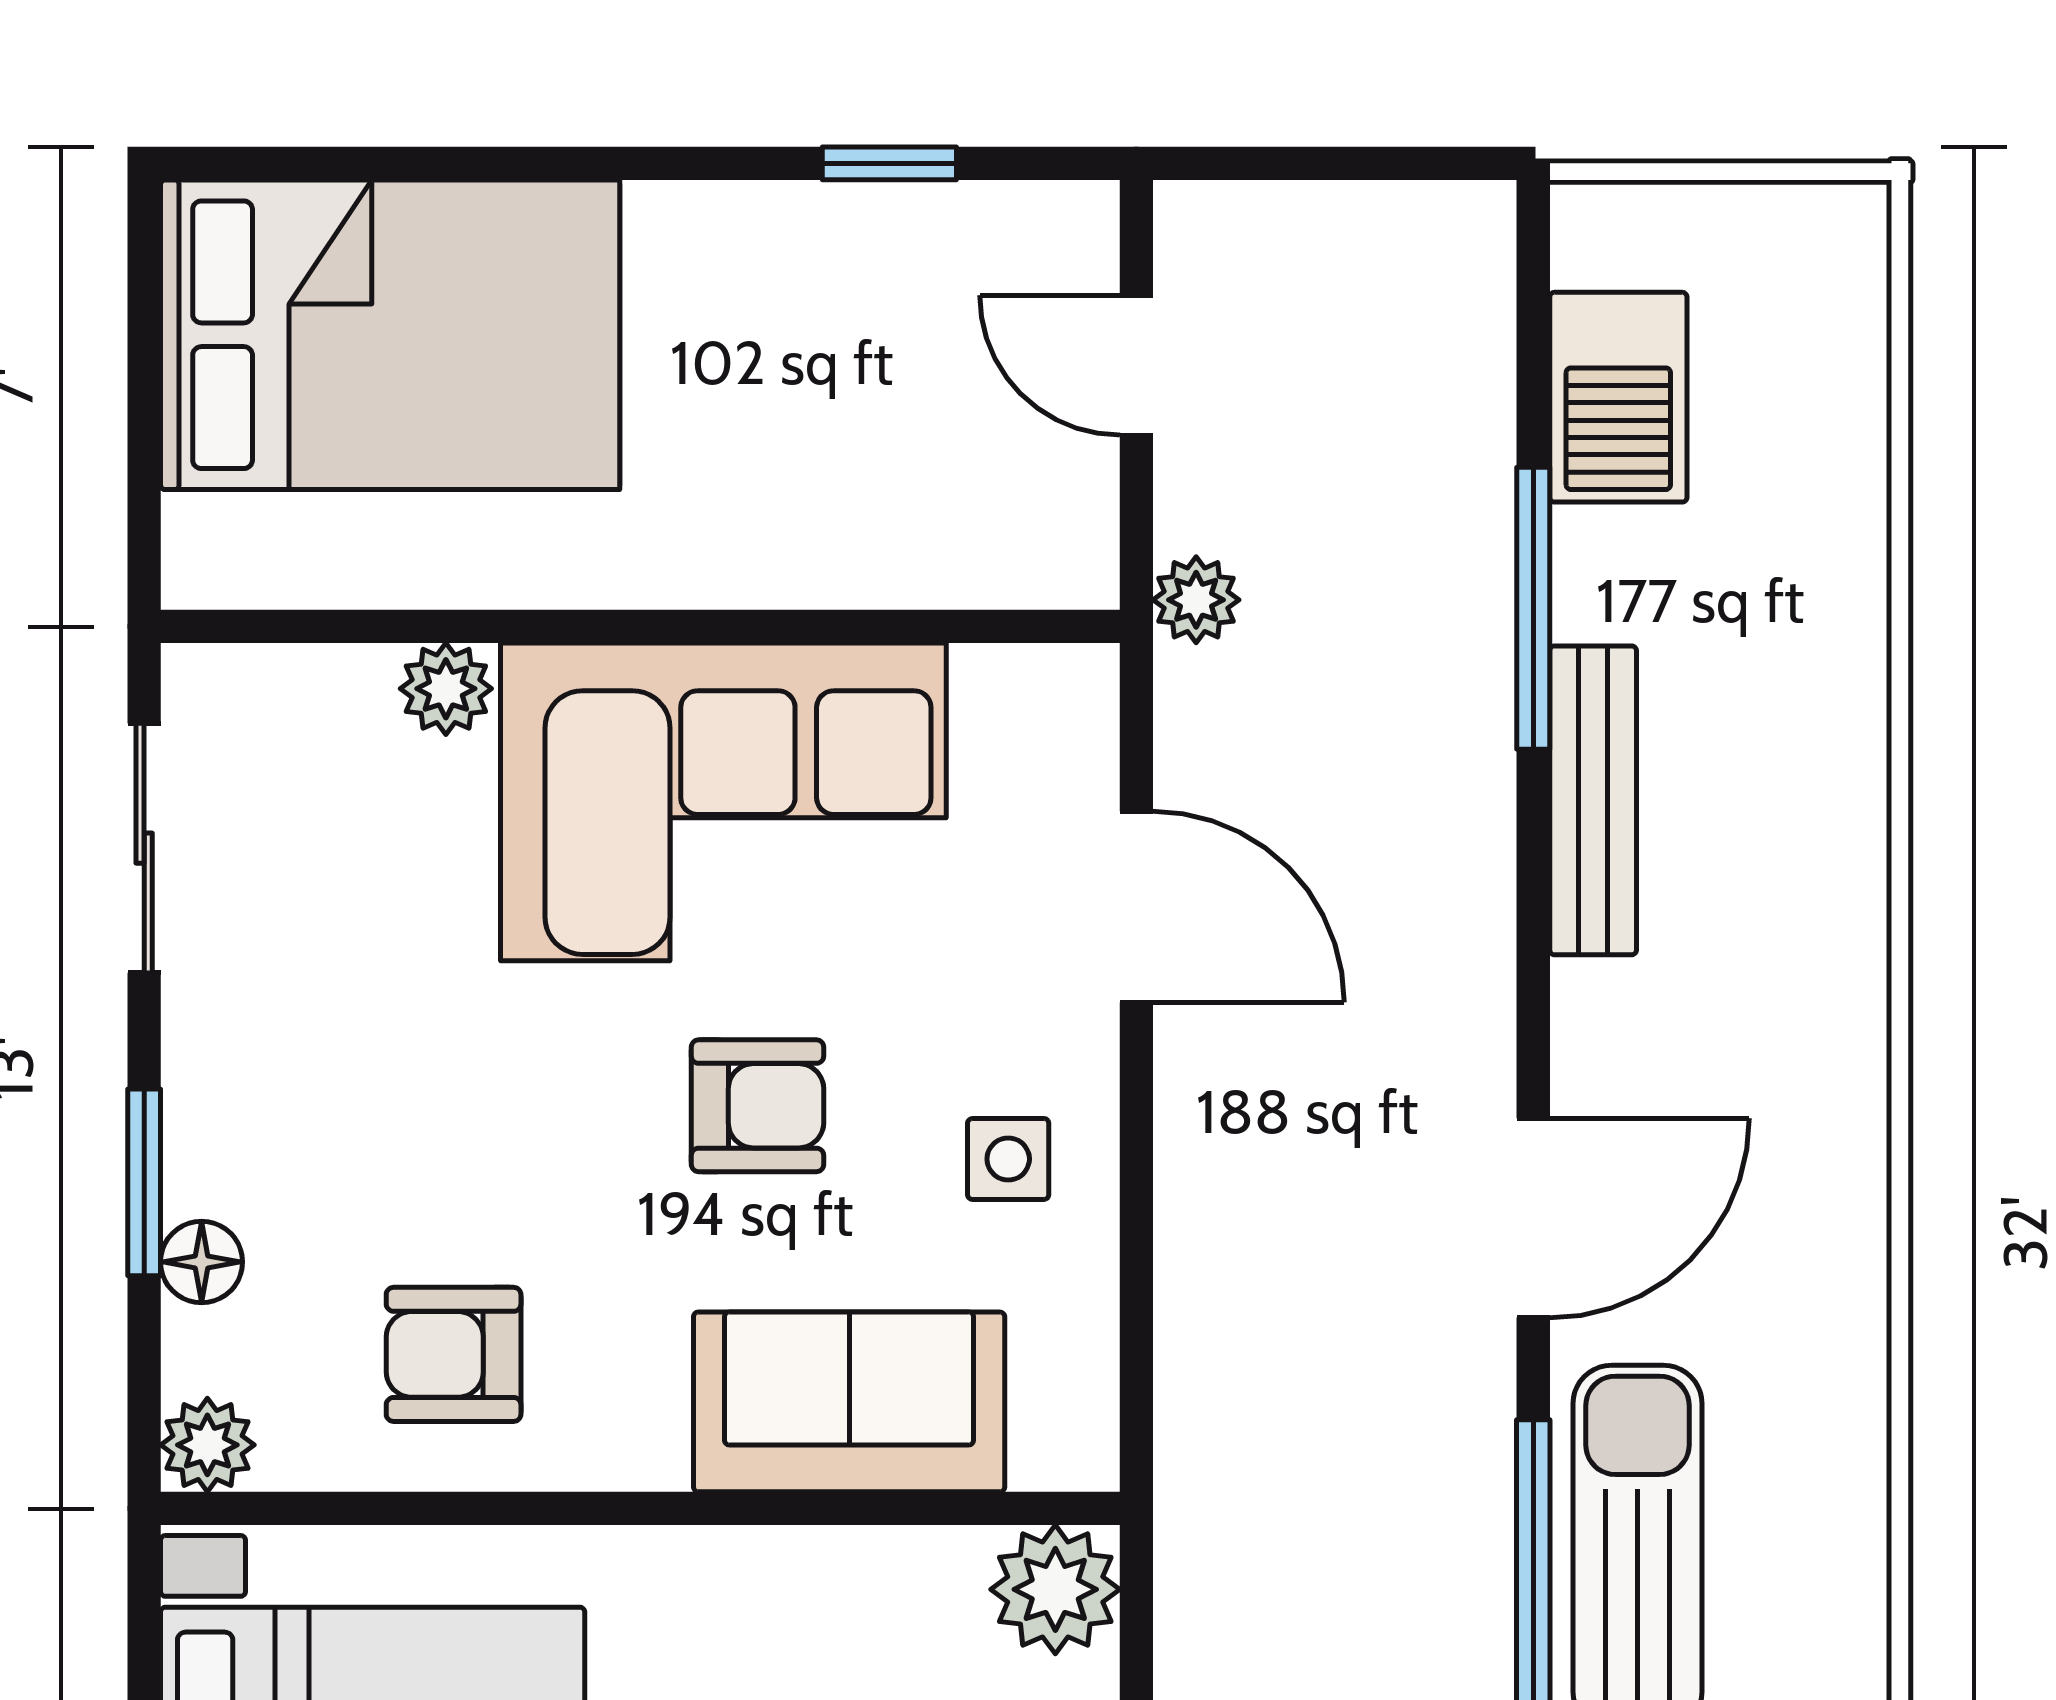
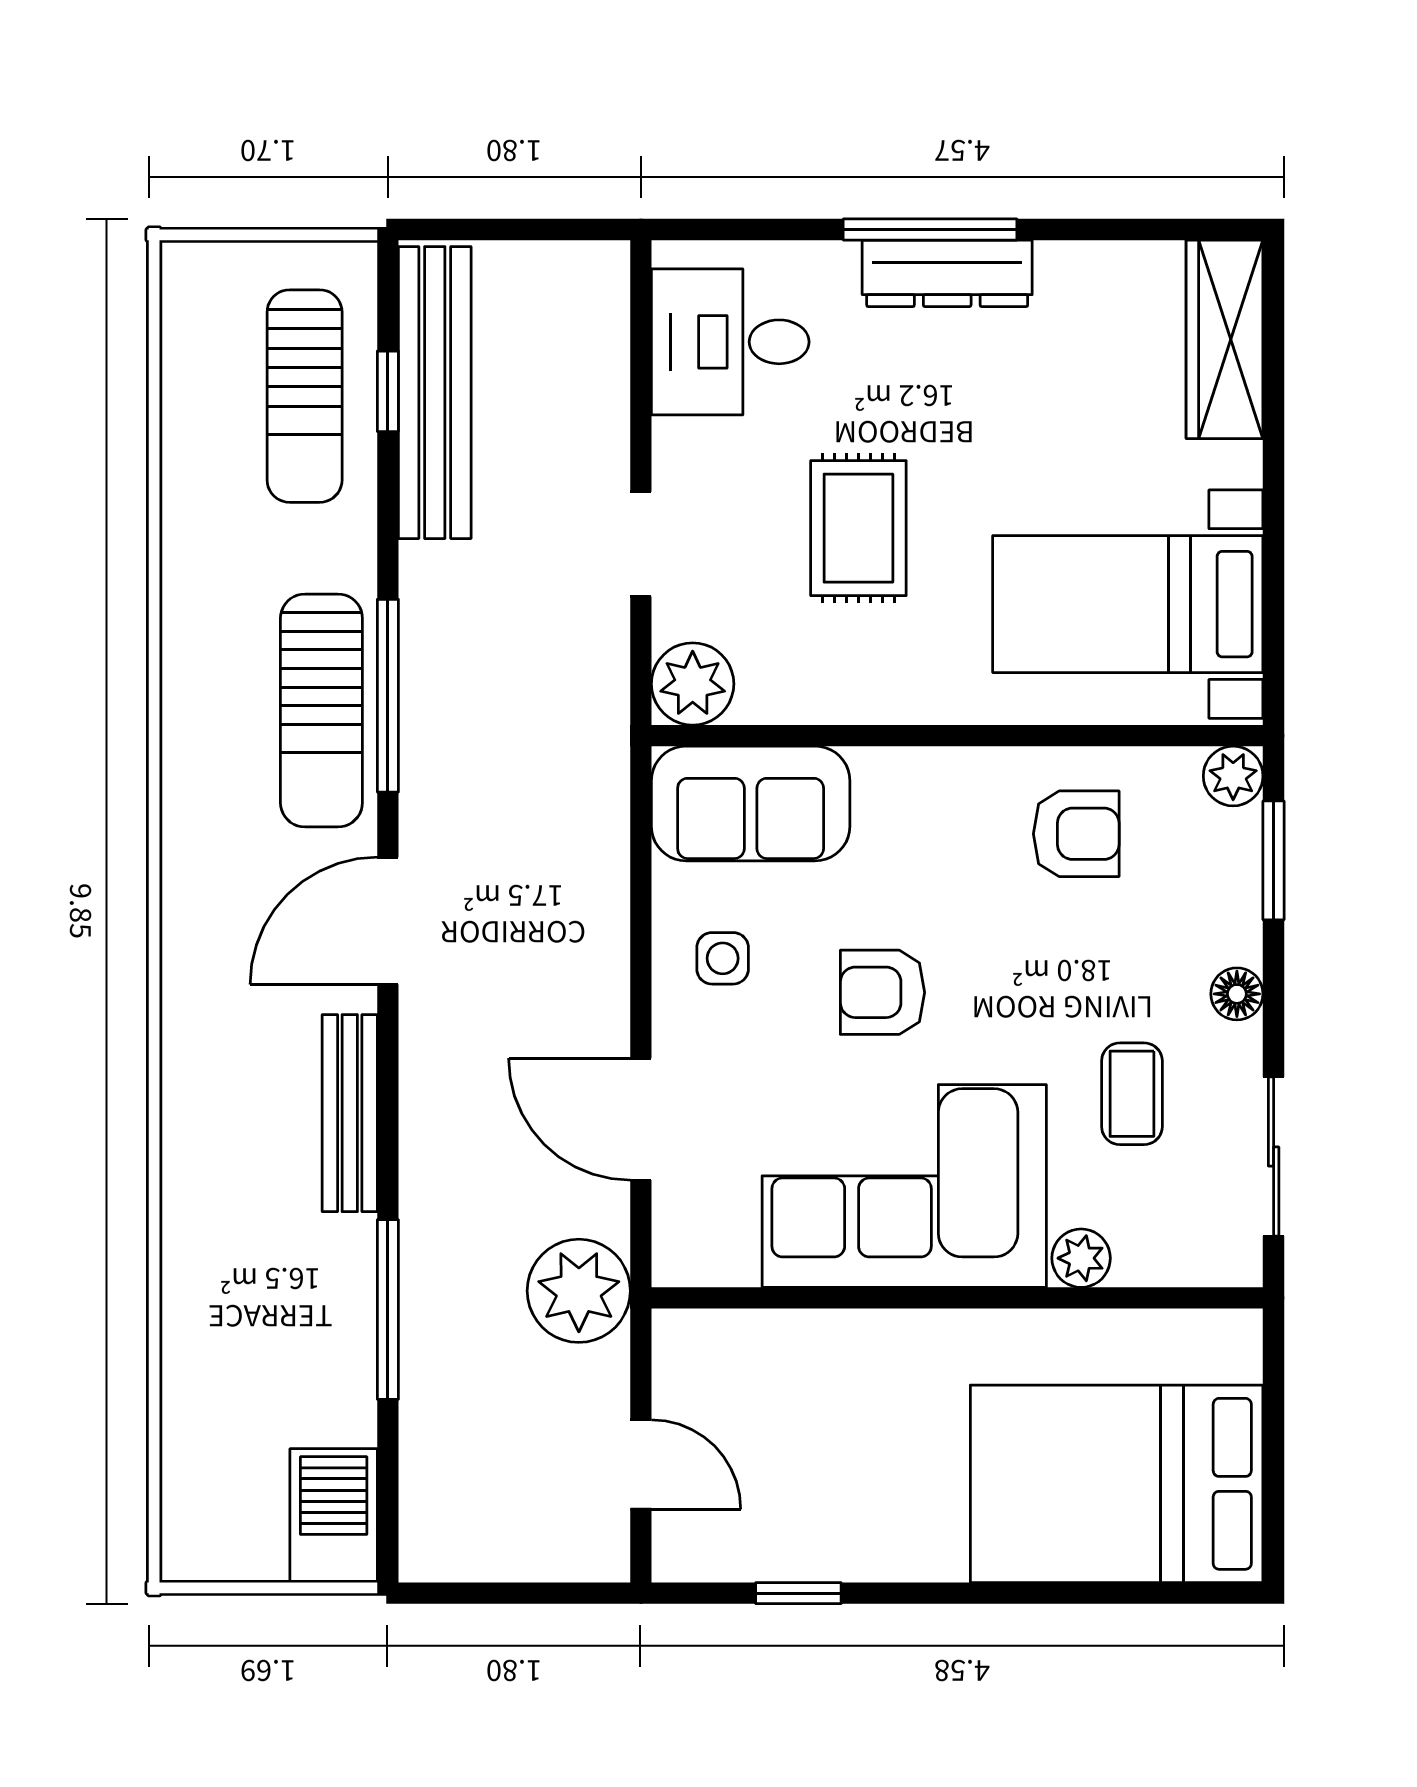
barbecue: (1618, 397) -> (334, 1516), moved
plant: (1196, 600) -> (579, 1291), width x1.88, depth x1.88
bench: (1593, 800) -> (350, 1113), moved
coffee table: (366, 947) -> (1132, 1094), added
window: (144, 1182) -> (1274, 860), moved
floor lamp: (202, 1262) -> (1237, 994), moved
sofa: (849, 1402) -> (751, 803), moved

